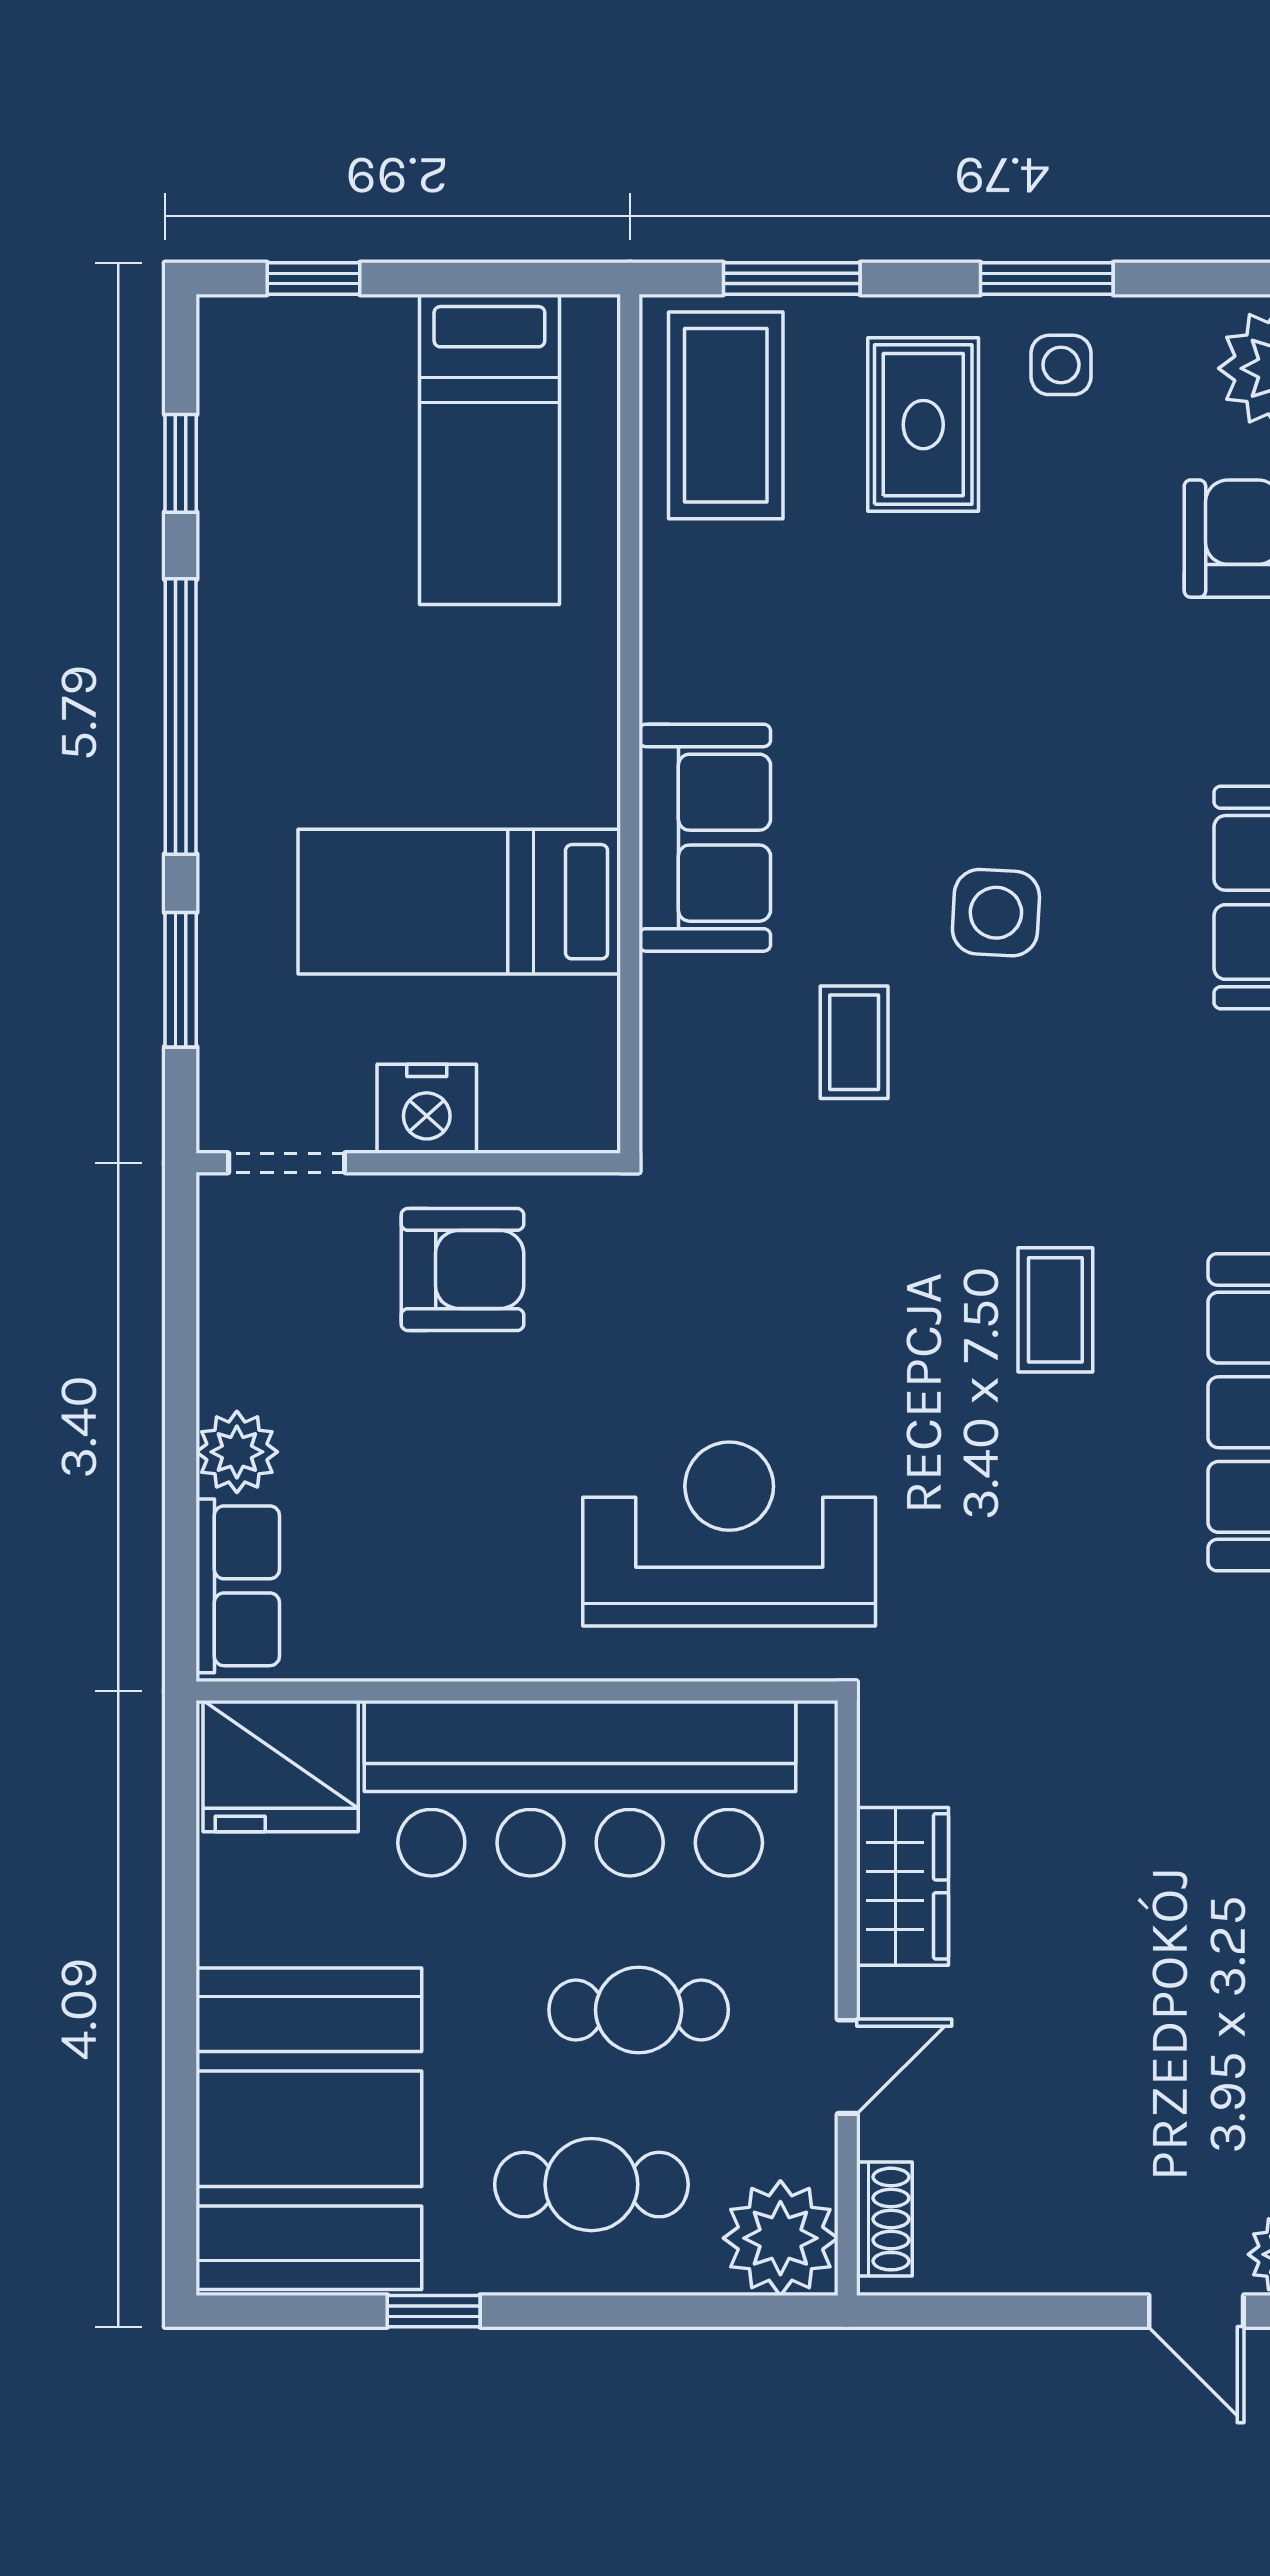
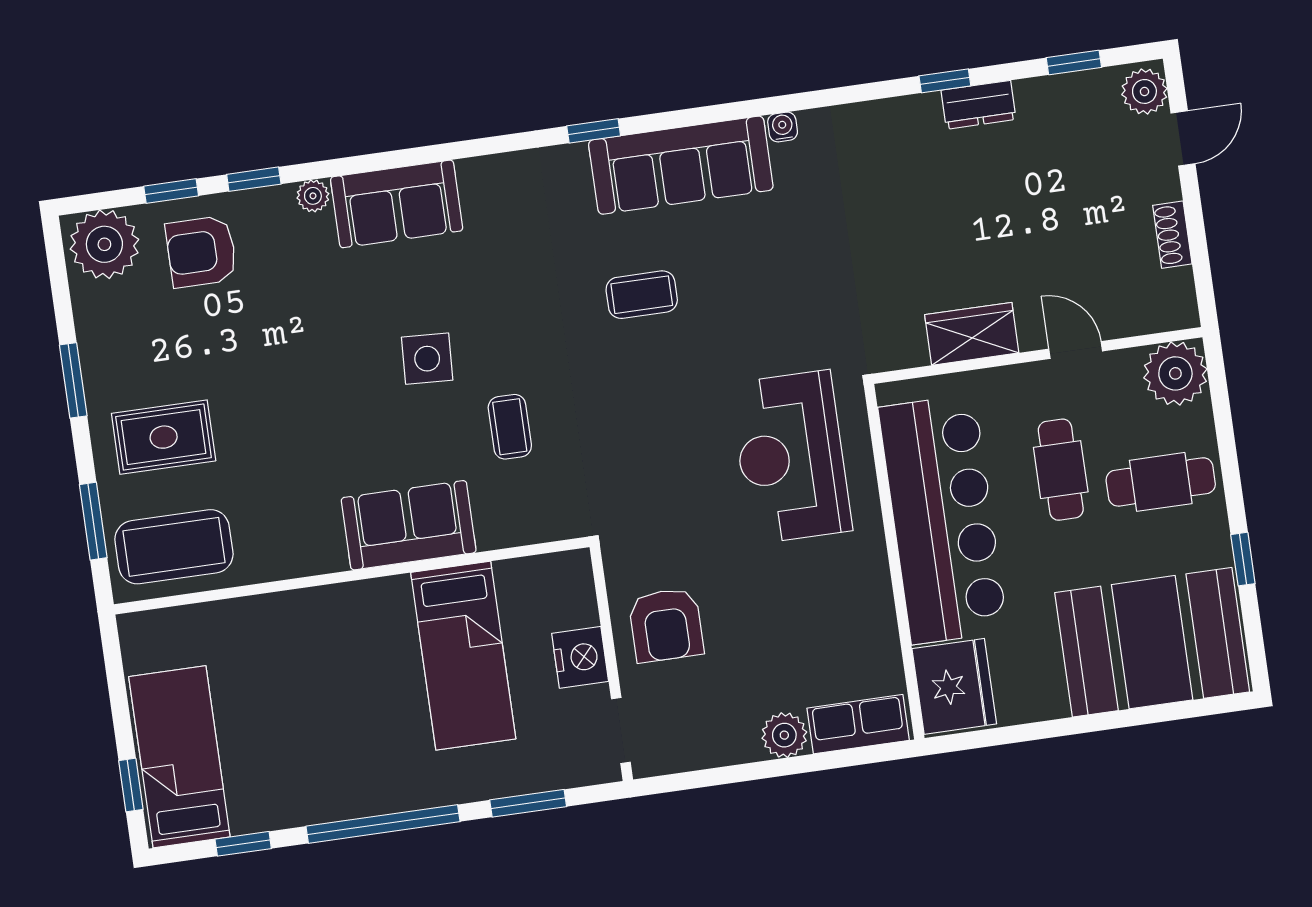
side table: (1061, 365) -> (120, 366), removed
bed: (489, 449) -> (179, 757), moved, turned -90
coffee table: (854, 1042) -> (510, 427), turned 90
armchair: (462, 1269) -> (666, 625), turned 180
cafe table: (591, 2185) -> (1161, 482), turned 90
shoe rack: (884, 2219) -> (1172, 235), moved, turned -90

